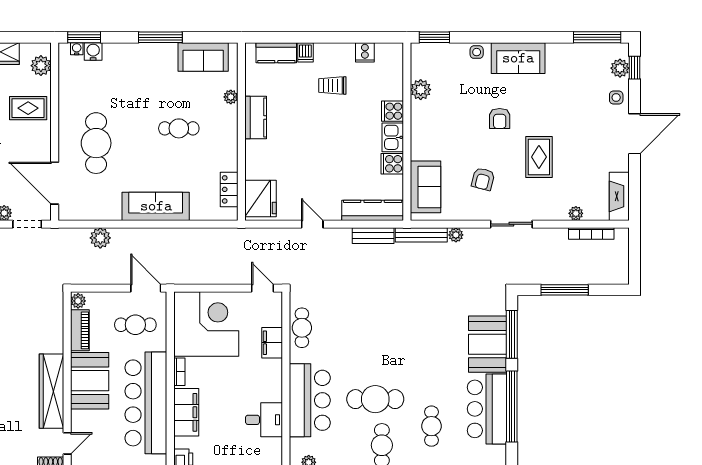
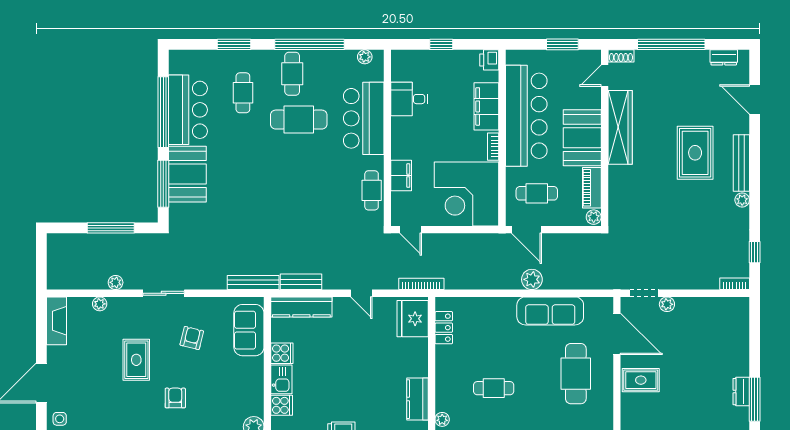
rug: (28, 108) -> (641, 380), moved
sofa: (156, 206) -> (550, 311), moved
bookcase: (591, 233) -> (421, 284), moved
plant: (456, 235) -> (116, 282), moved
plant: (100, 238) -> (532, 279), moved

